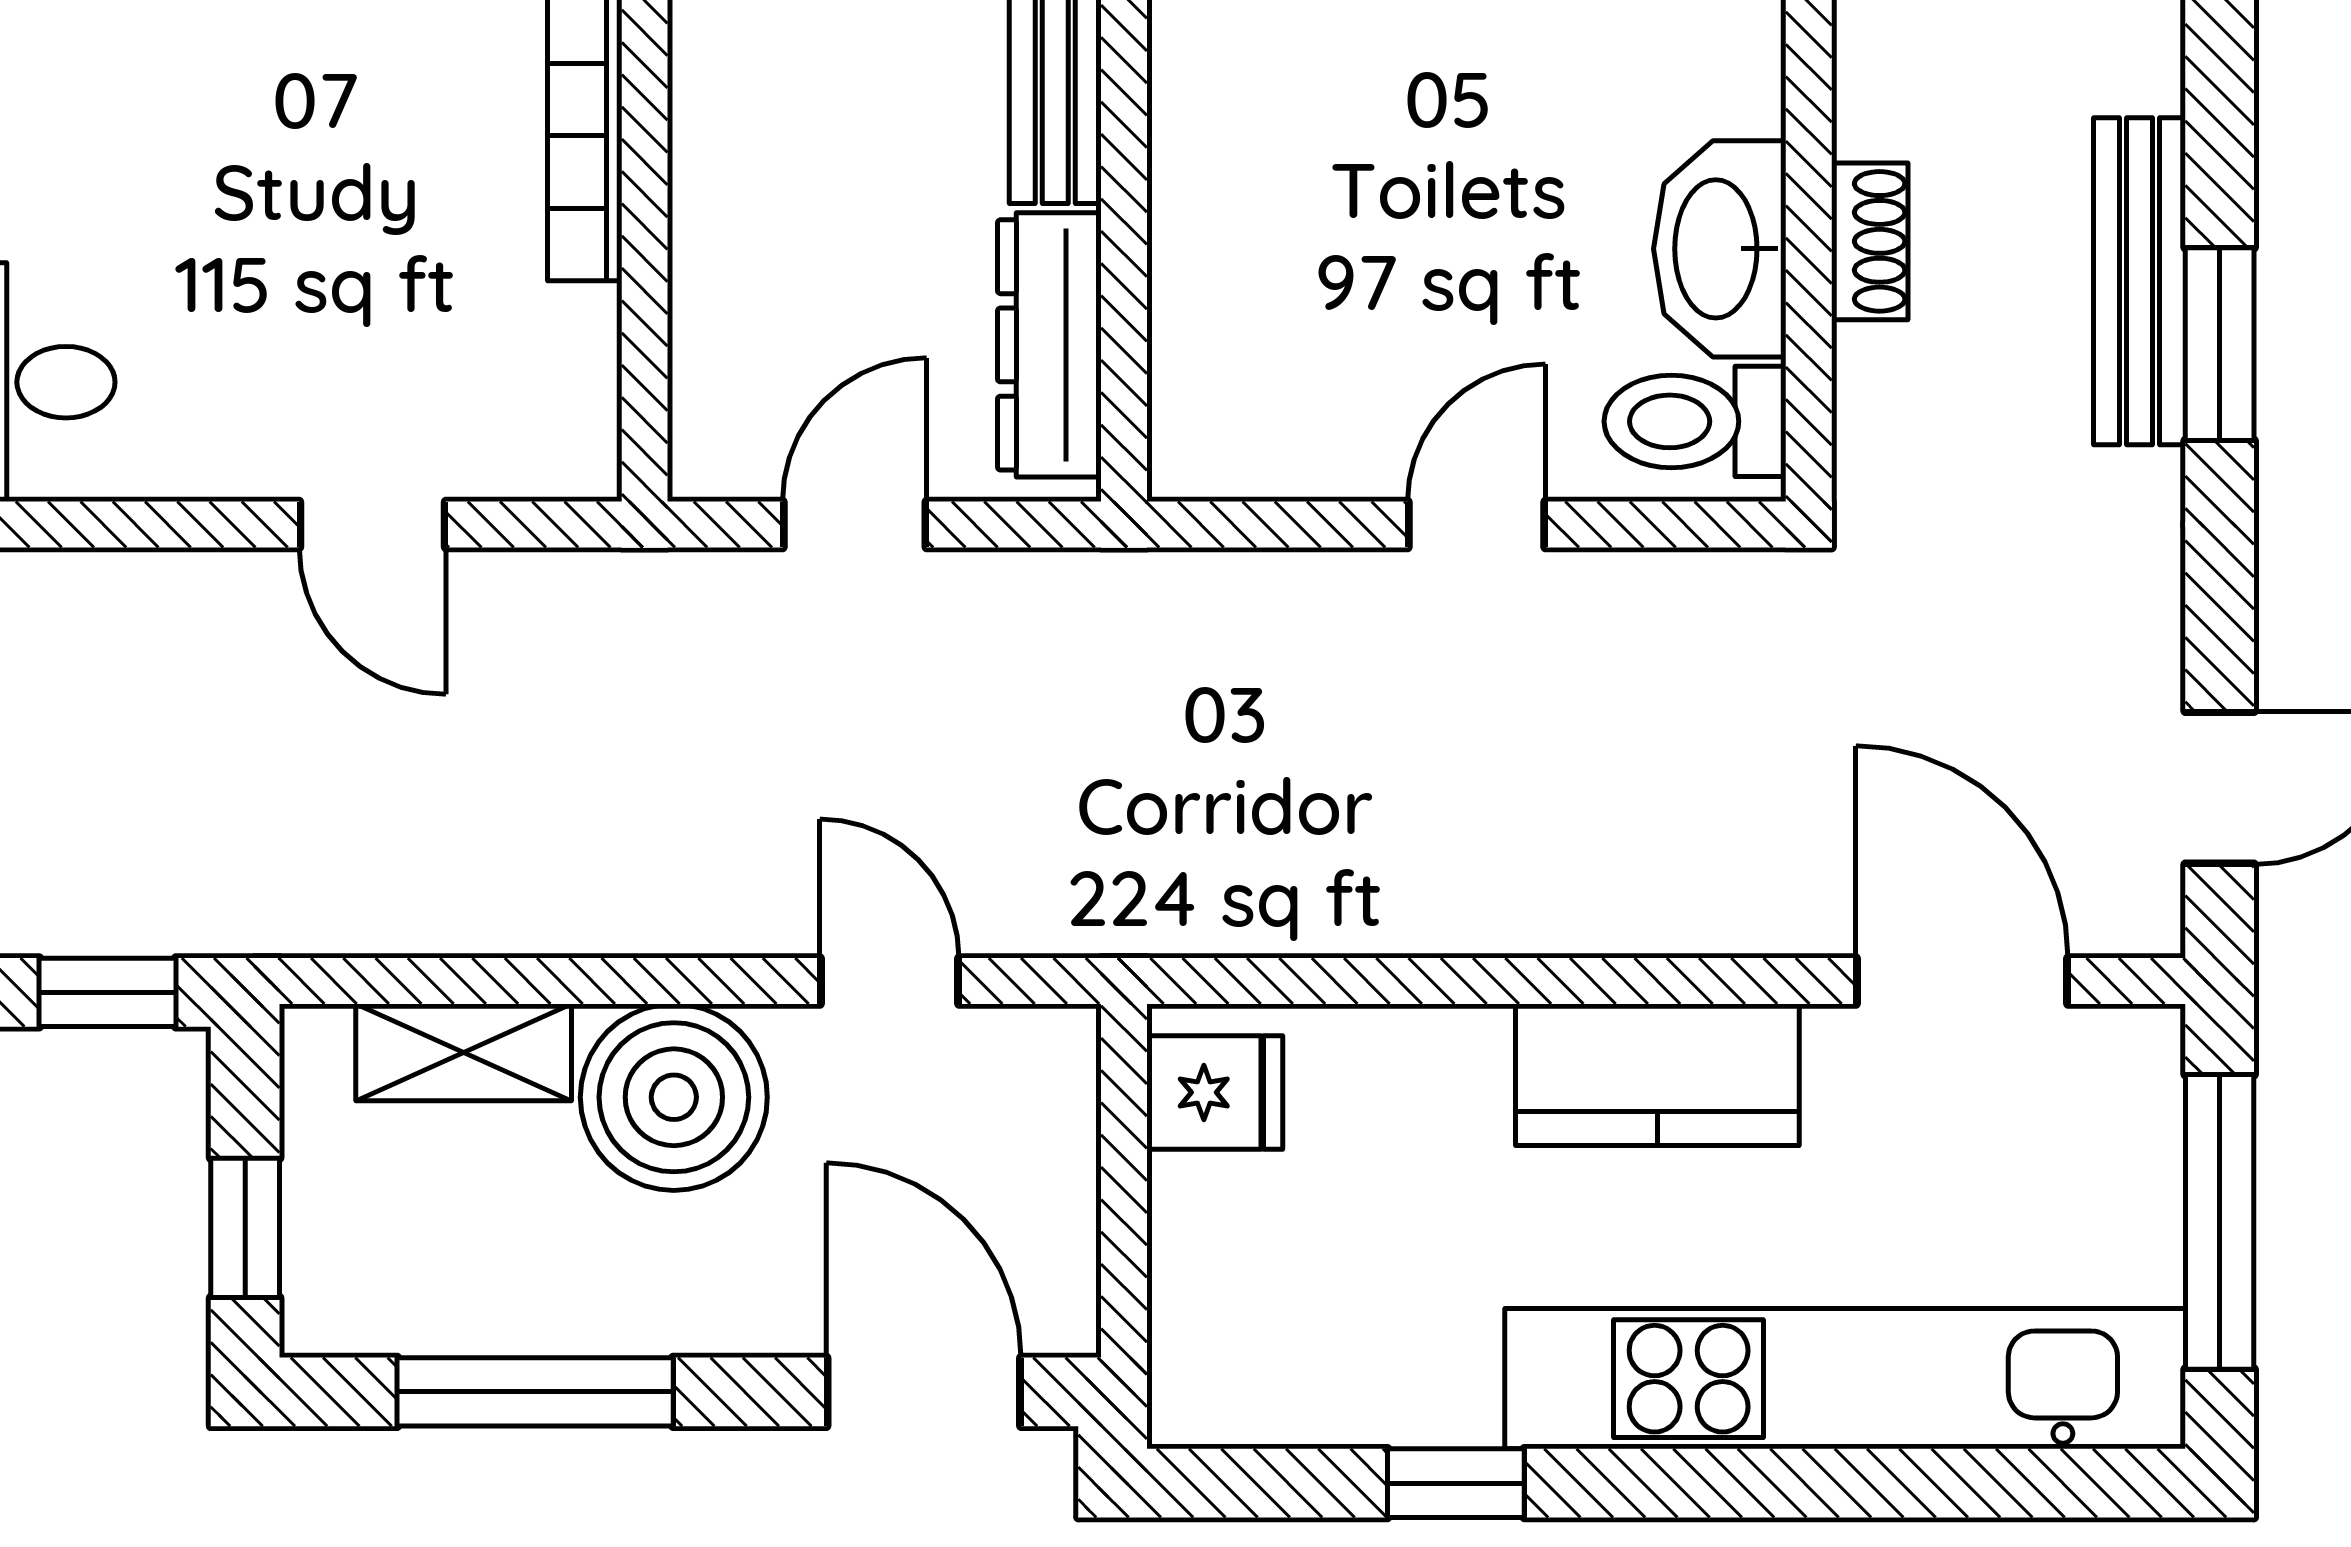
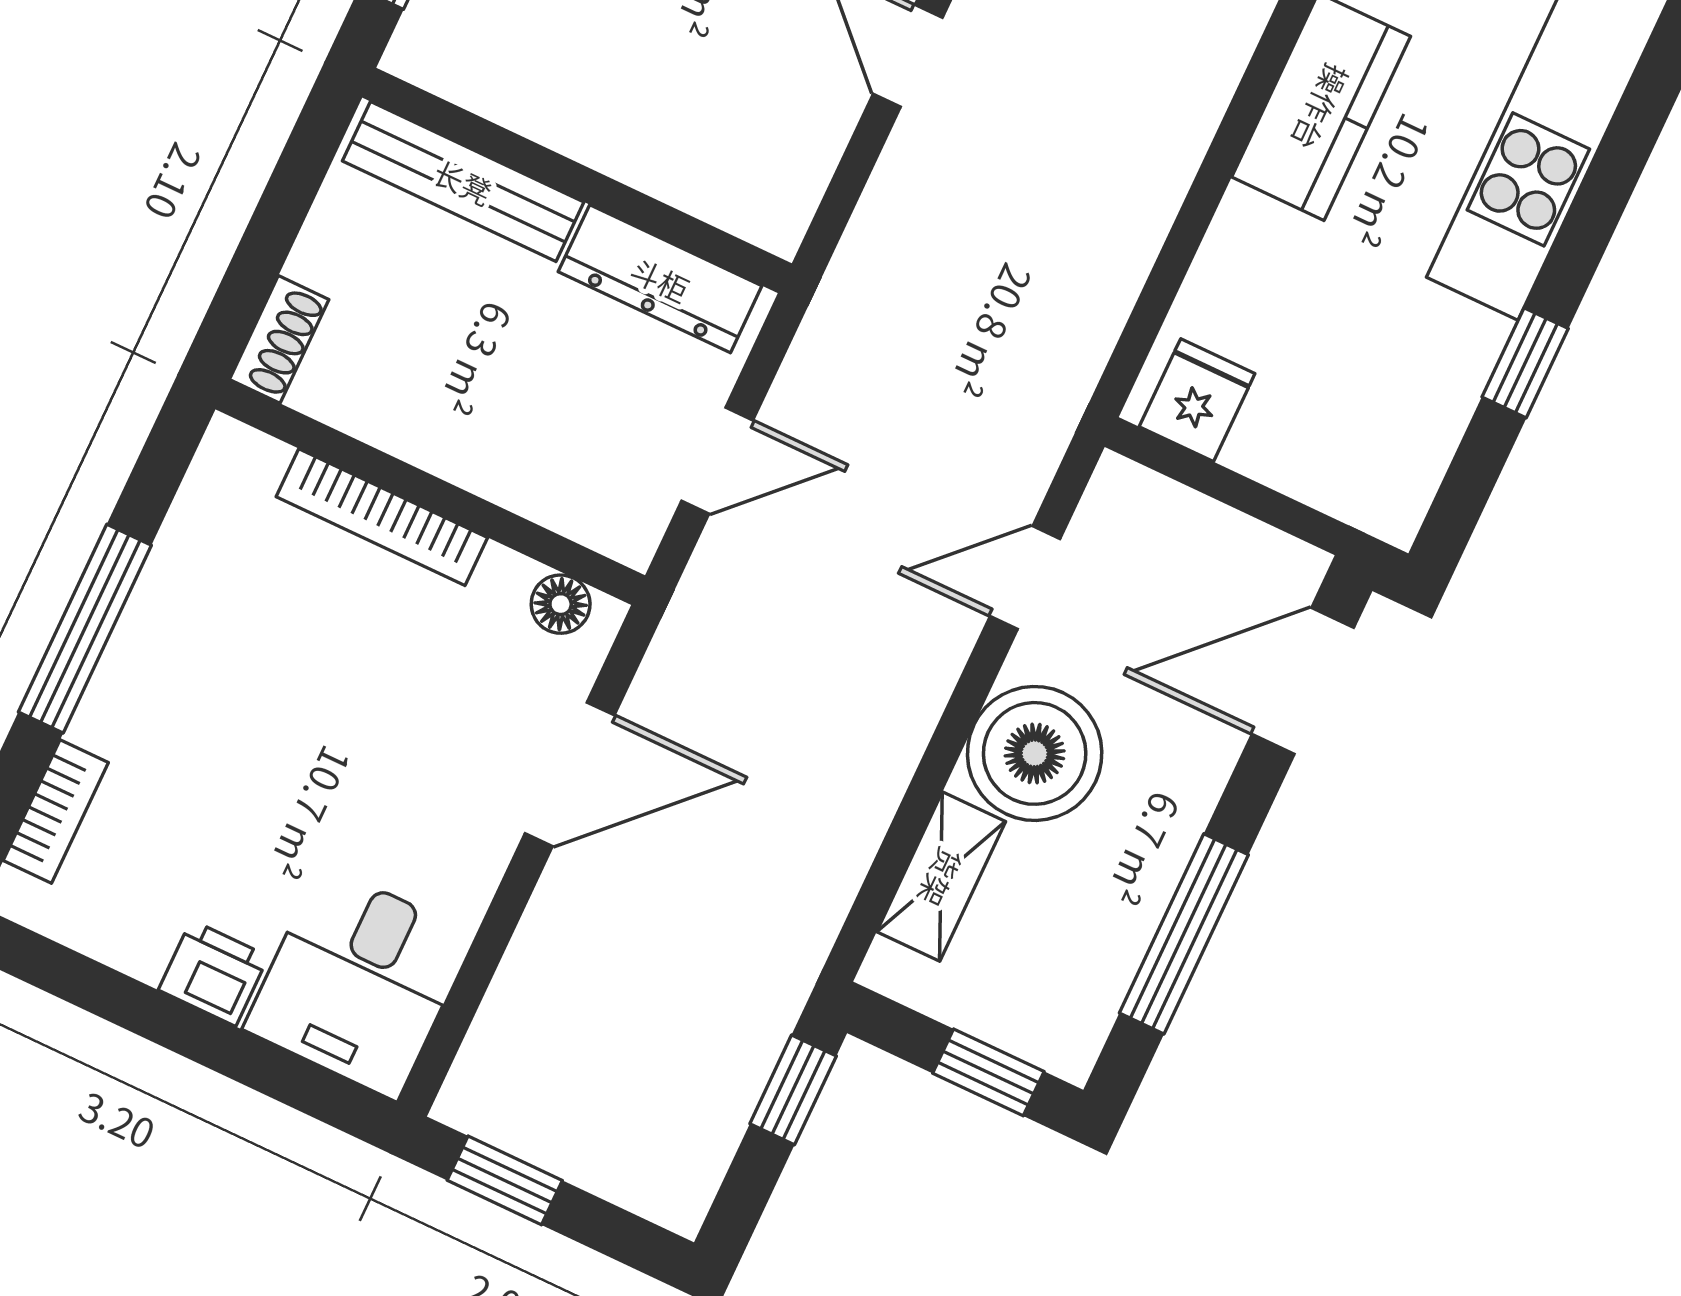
floor lamp: (581, 412) -> (561, 604), added
door: (372, 525) -> (570, 774), width x1.38
door: (855, 525) -> (717, 461), swing flipped

